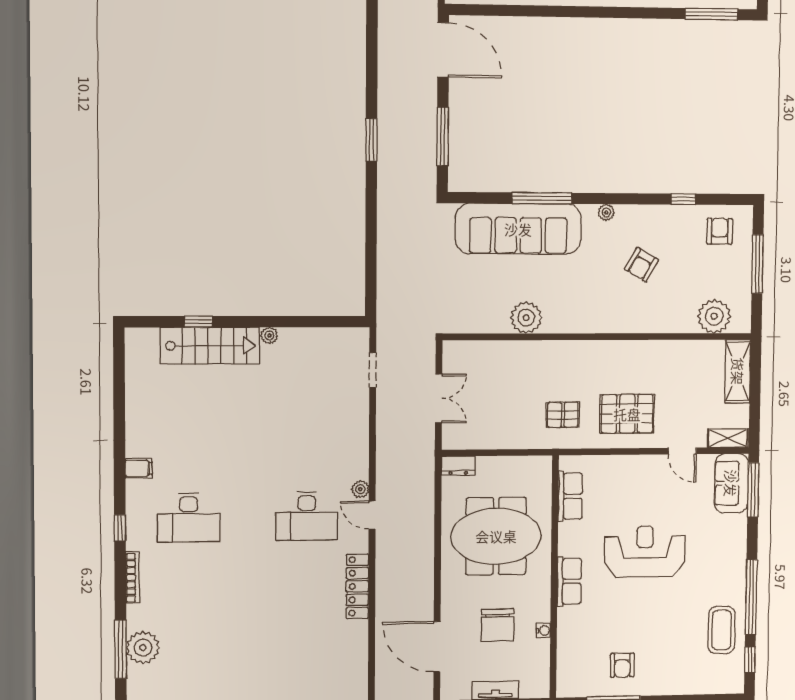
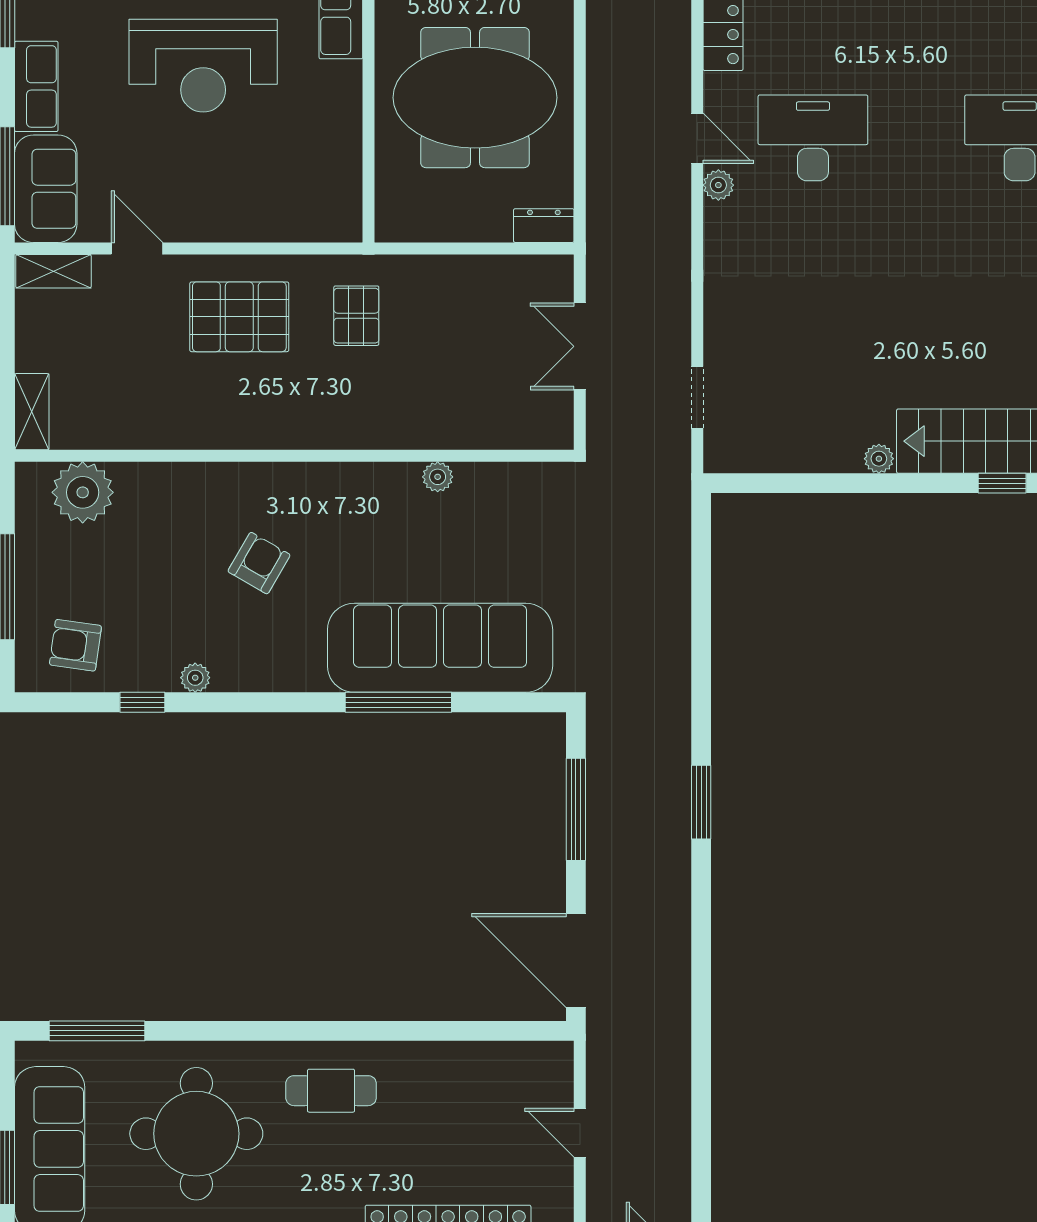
plant: (606, 212) -> (195, 678), moved
armchair: (720, 231) -> (75, 645), turned 98
armchair: (641, 265) -> (259, 563), moved
plant: (526, 318) -> (438, 477), width x0.53, depth x0.53
shelving: (738, 371) -> (32, 412), width x0.67, depth x0.75
pallet: (563, 415) -> (356, 316), turned 90
row of seats: (570, 496) -> (36, 86), moved, turned 180

